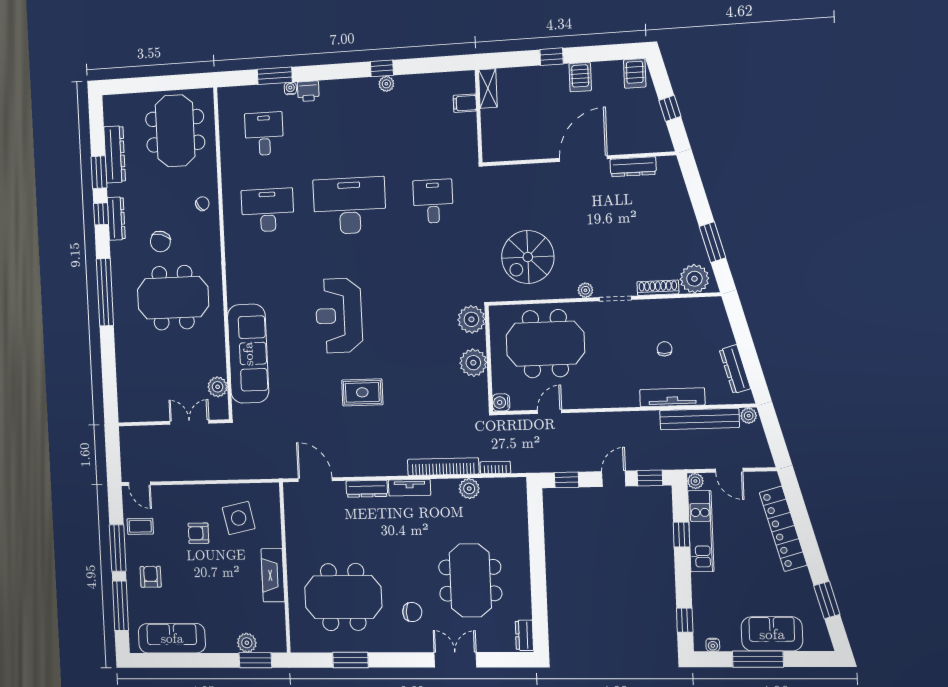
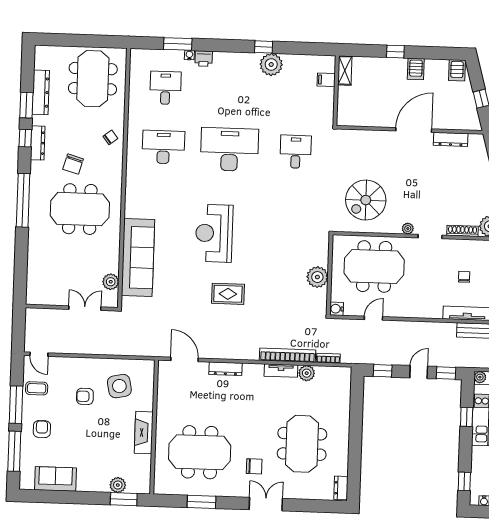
plant: (386, 84) -> (271, 65), width x1.87, depth x1.87
plant: (471, 319) -> (319, 244), removed
tv unit: (410, 488) -> (281, 371), moved
sofa: (172, 638) -> (56, 479), width x0.73
double door: (455, 660) -> (266, 504), moved

